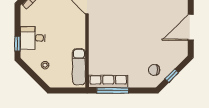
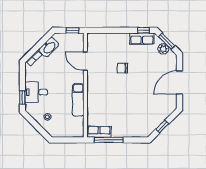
exam couch: (79, 67) -> (78, 100), moved
chair: (154, 70) -> (122, 68), moved
row of seats: (108, 81) -> (99, 132), width x0.68

